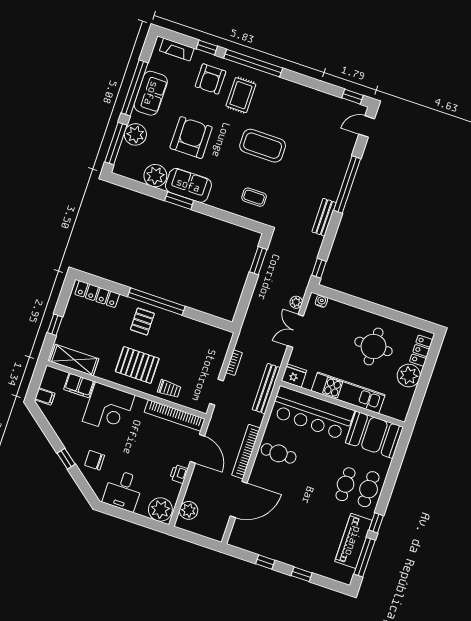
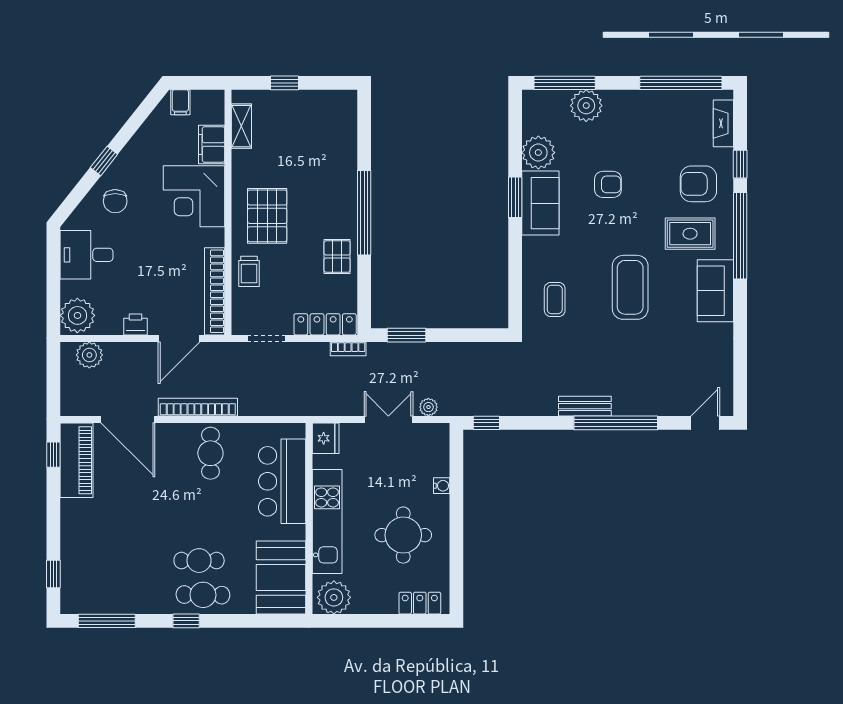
window: (135, 88) -> (681, 83), moved
sofa: (151, 93) -> (715, 291), moved, turned 90
window: (352, 97) -> (740, 389), removed
door: (367, 126) -> (705, 423), hinge flipped
armchair: (191, 138) -> (608, 184), width x0.53, depth x0.53
bench: (324, 217) -> (585, 406), moved
window: (258, 261) -> (407, 335), moved
locker: (97, 294) -> (325, 324), moved, turned 90
water cooler: (321, 301) -> (442, 486), moved
pallet: (142, 322) -> (337, 256), moved, turned 90
shelving: (74, 360) -> (241, 126), width x0.67, depth x0.75
bookcase: (234, 363) -> (348, 349), moved
plant: (409, 376) -> (334, 597), moved
bench: (266, 389) -> (295, 406), removed
bar counter: (312, 413) -> (282, 481), width x0.73
chair: (95, 460) -> (115, 201), turned 180
window: (376, 523) -> (186, 621), moved
piano: (353, 541) -> (76, 460), moved, turned 90
window: (265, 562) -> (53, 455), moved
window: (302, 574) -> (53, 574), moved

